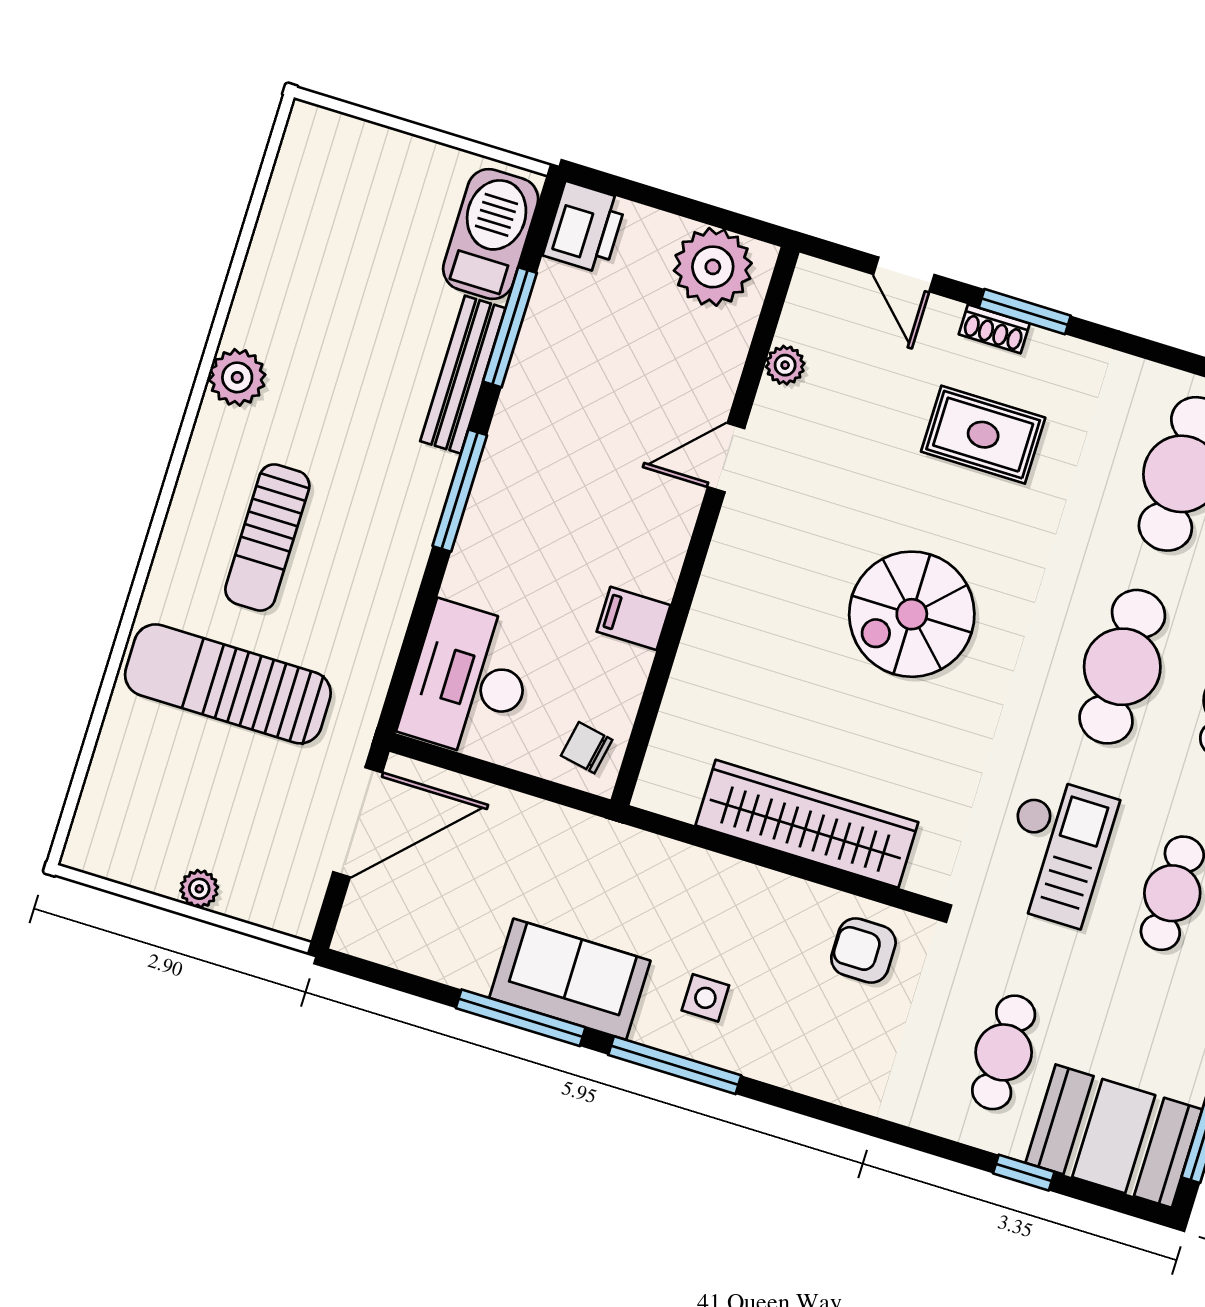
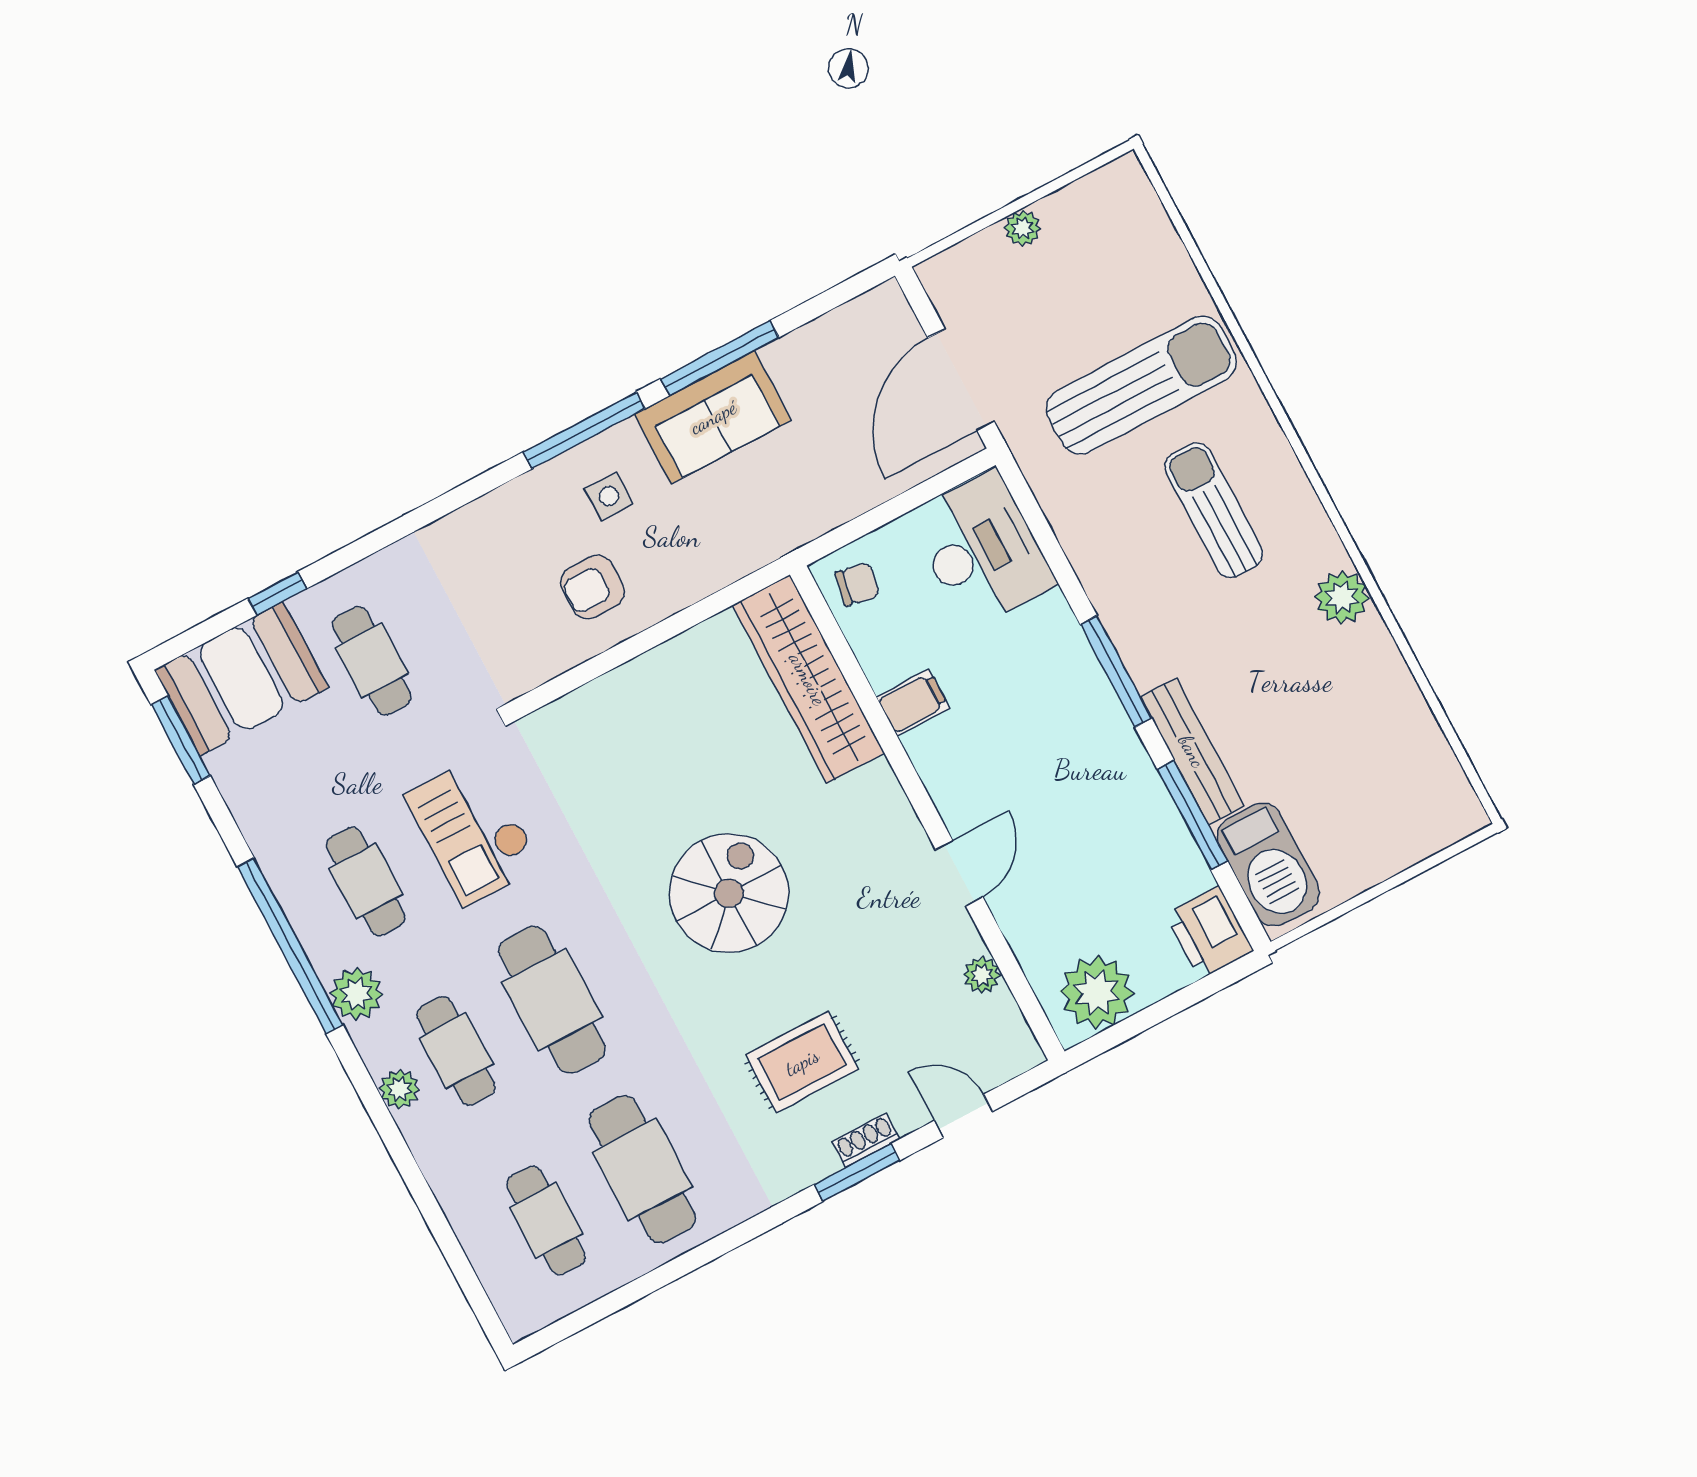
wardrobe: (807, 824) -> (808, 679), moved, turned 90
armchair: (863, 951) -> (593, 587), moved, turned 180

